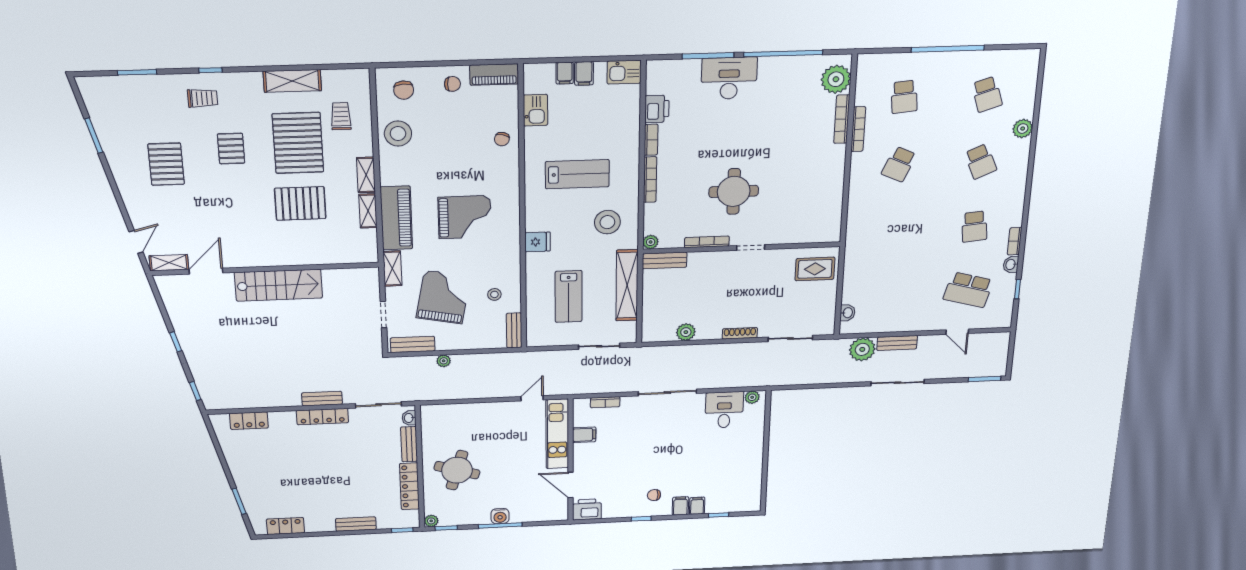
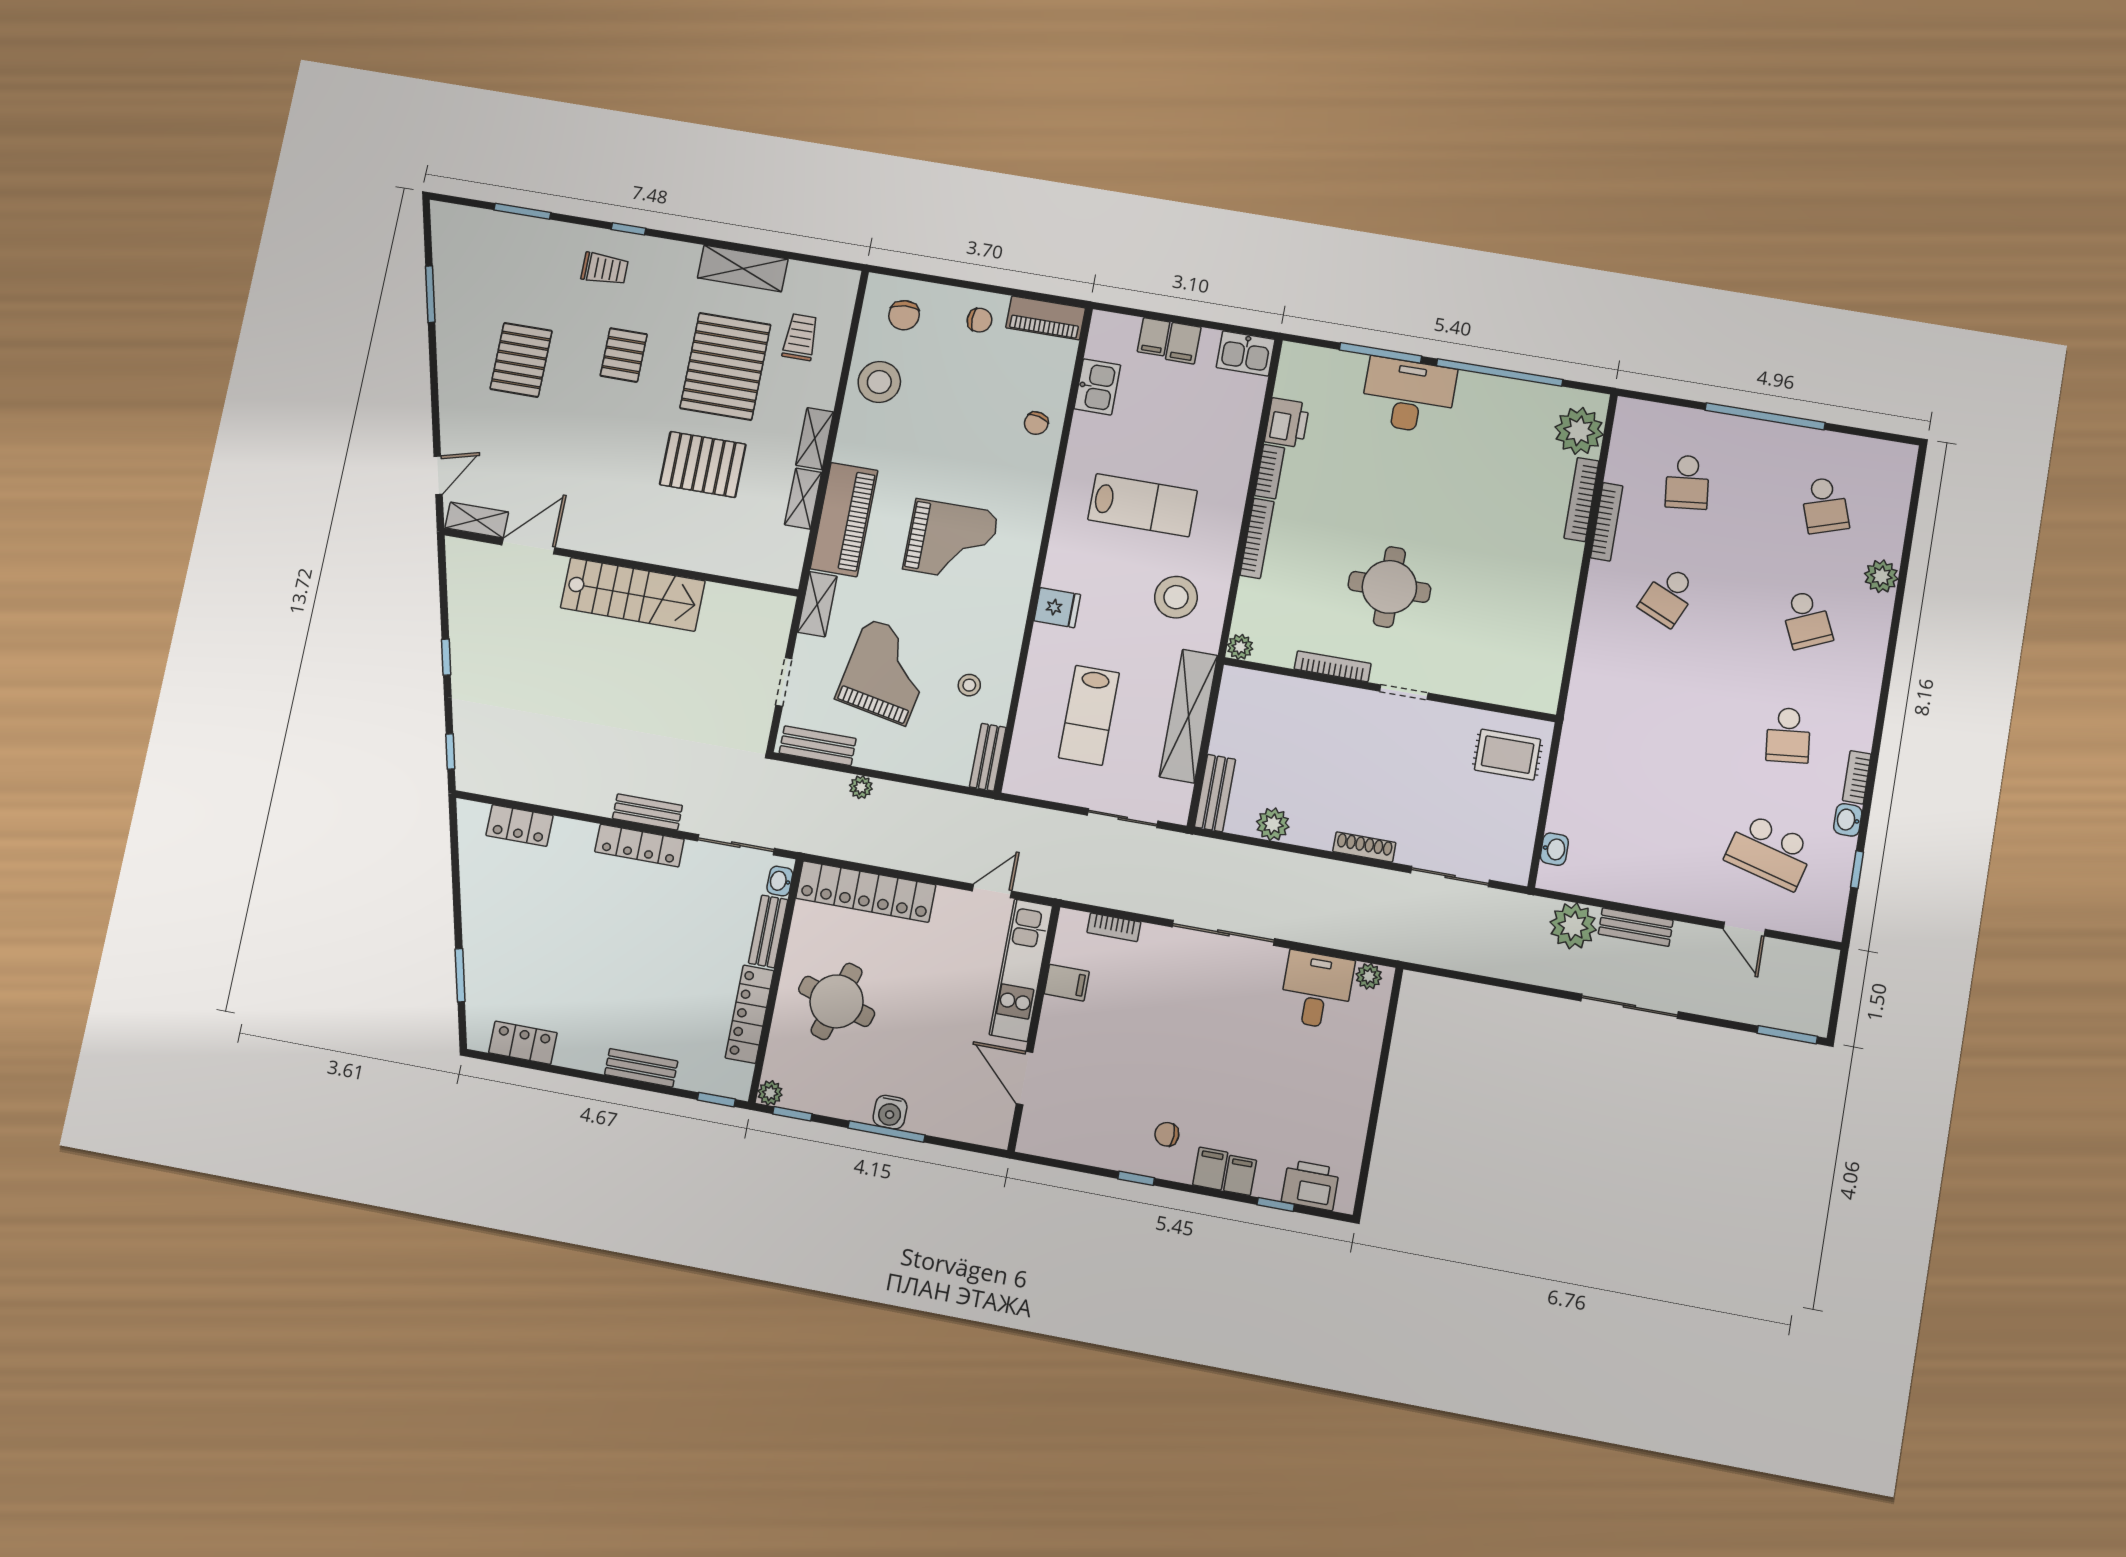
bench: (665, 260) -> (1215, 793), moved, turned 90
locker: (460, 413) -> (866, 892), added
printer: (587, 509) -> (1310, 1185), moved

